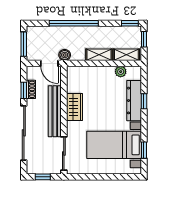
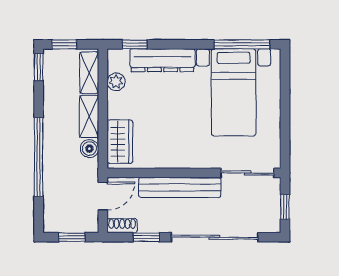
window: (24, 44) -> (72, 237), width x0.67
boiler: (65, 55) -> (89, 149), moved
shoe rack: (31, 89) -> (122, 226), moved
window: (144, 101) -> (134, 44), moved
wardrobe: (74, 107) -> (120, 142), moved, turned 90
window: (144, 150) -> (242, 44), width x2.17

